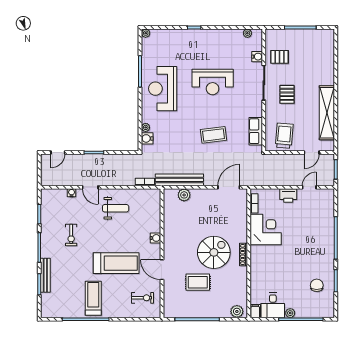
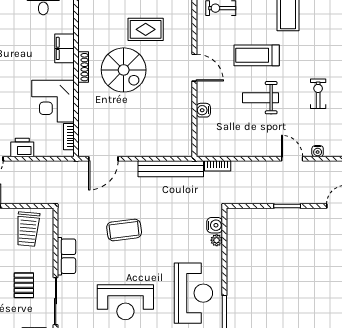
reception desk: (213, 82) -> (125, 302), turned 180
row of seats: (256, 131) -> (66, 256), moved
plant: (184, 195) -> (164, 148), removed
weight bench: (116, 208) -> (260, 98), moved
water cooler: (155, 238) -> (203, 110), moved
spiral stairs: (214, 252) -> (124, 70), turned -90
treadmill: (116, 263) -> (257, 55), width x0.73, depth x0.73
filing cabinet: (257, 268) -> (64, 48), added
door: (162, 270) -> (194, 68), moved

